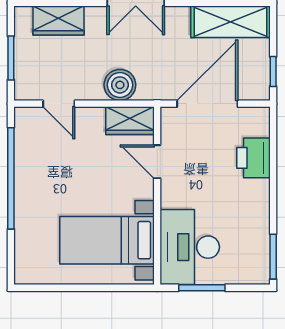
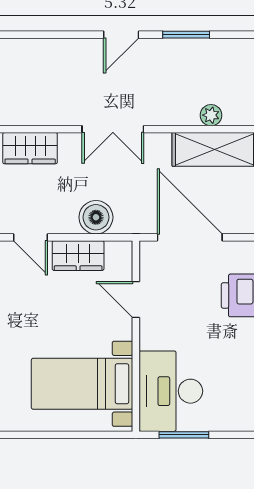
door: (207, 104) -> (190, 237), hinge flipped
wardrobe: (130, 121) -> (78, 256), moved

